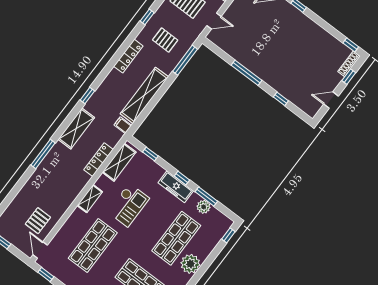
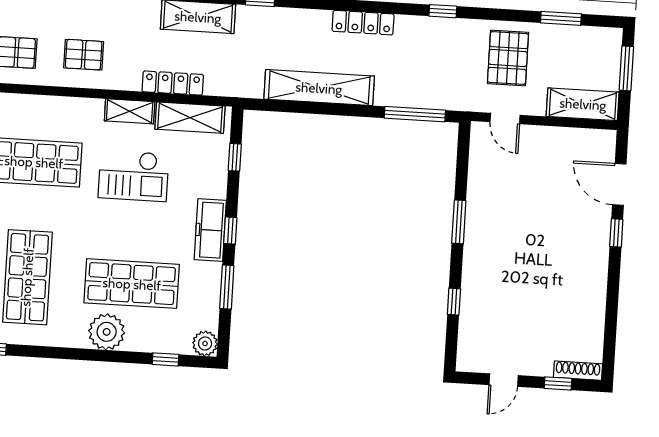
pallet: (165, 40) -> (84, 55), moved, turned 90
window: (351, 45) -> (609, 354), removed
window: (247, 73) -> (459, 222), width x0.69
door: (331, 100) -> (504, 380), swing flipped
filing cabinet: (123, 125) -> (251, 85), removed
shelving: (90, 199) -> (130, 111), moved
plant: (204, 207) -> (205, 343), moved
window: (228, 235) -> (165, 359), moved

